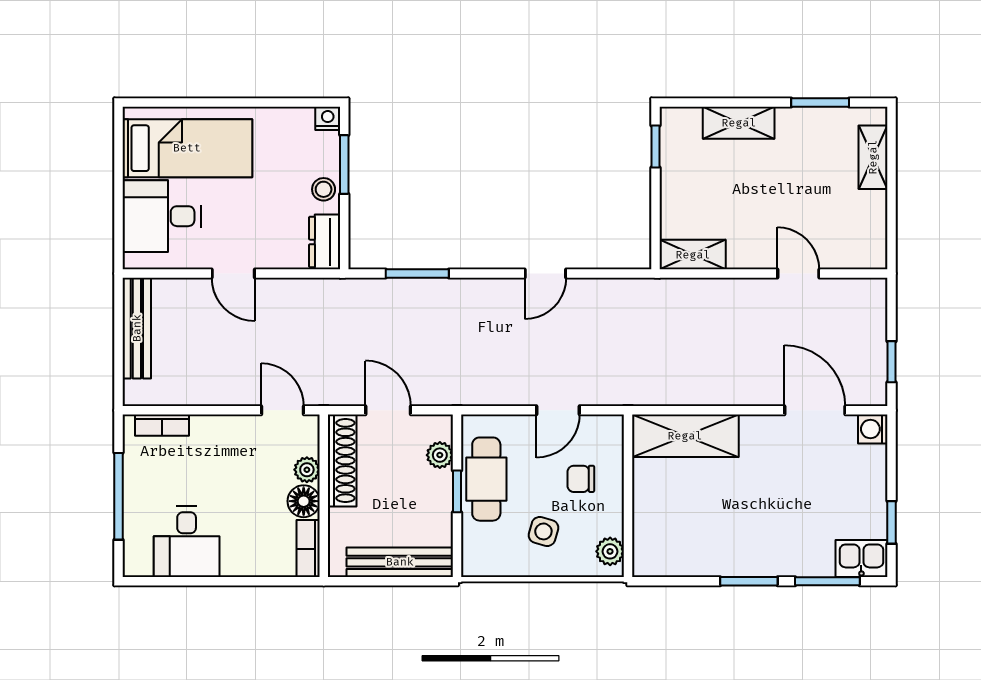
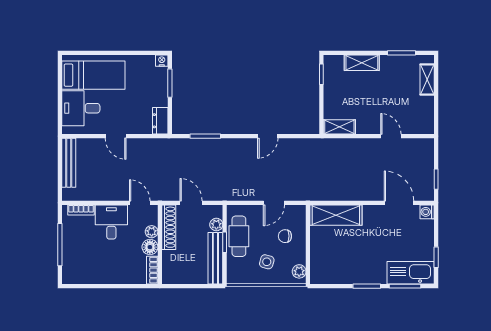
stool: (324, 189) -> (160, 95), removed
desk: (187, 542) -> (111, 222), moved, turned 180
kitchen sink: (861, 559) -> (411, 273), width x1.88, depth x1.24
bench: (400, 562) -> (215, 258), moved, turned 90

